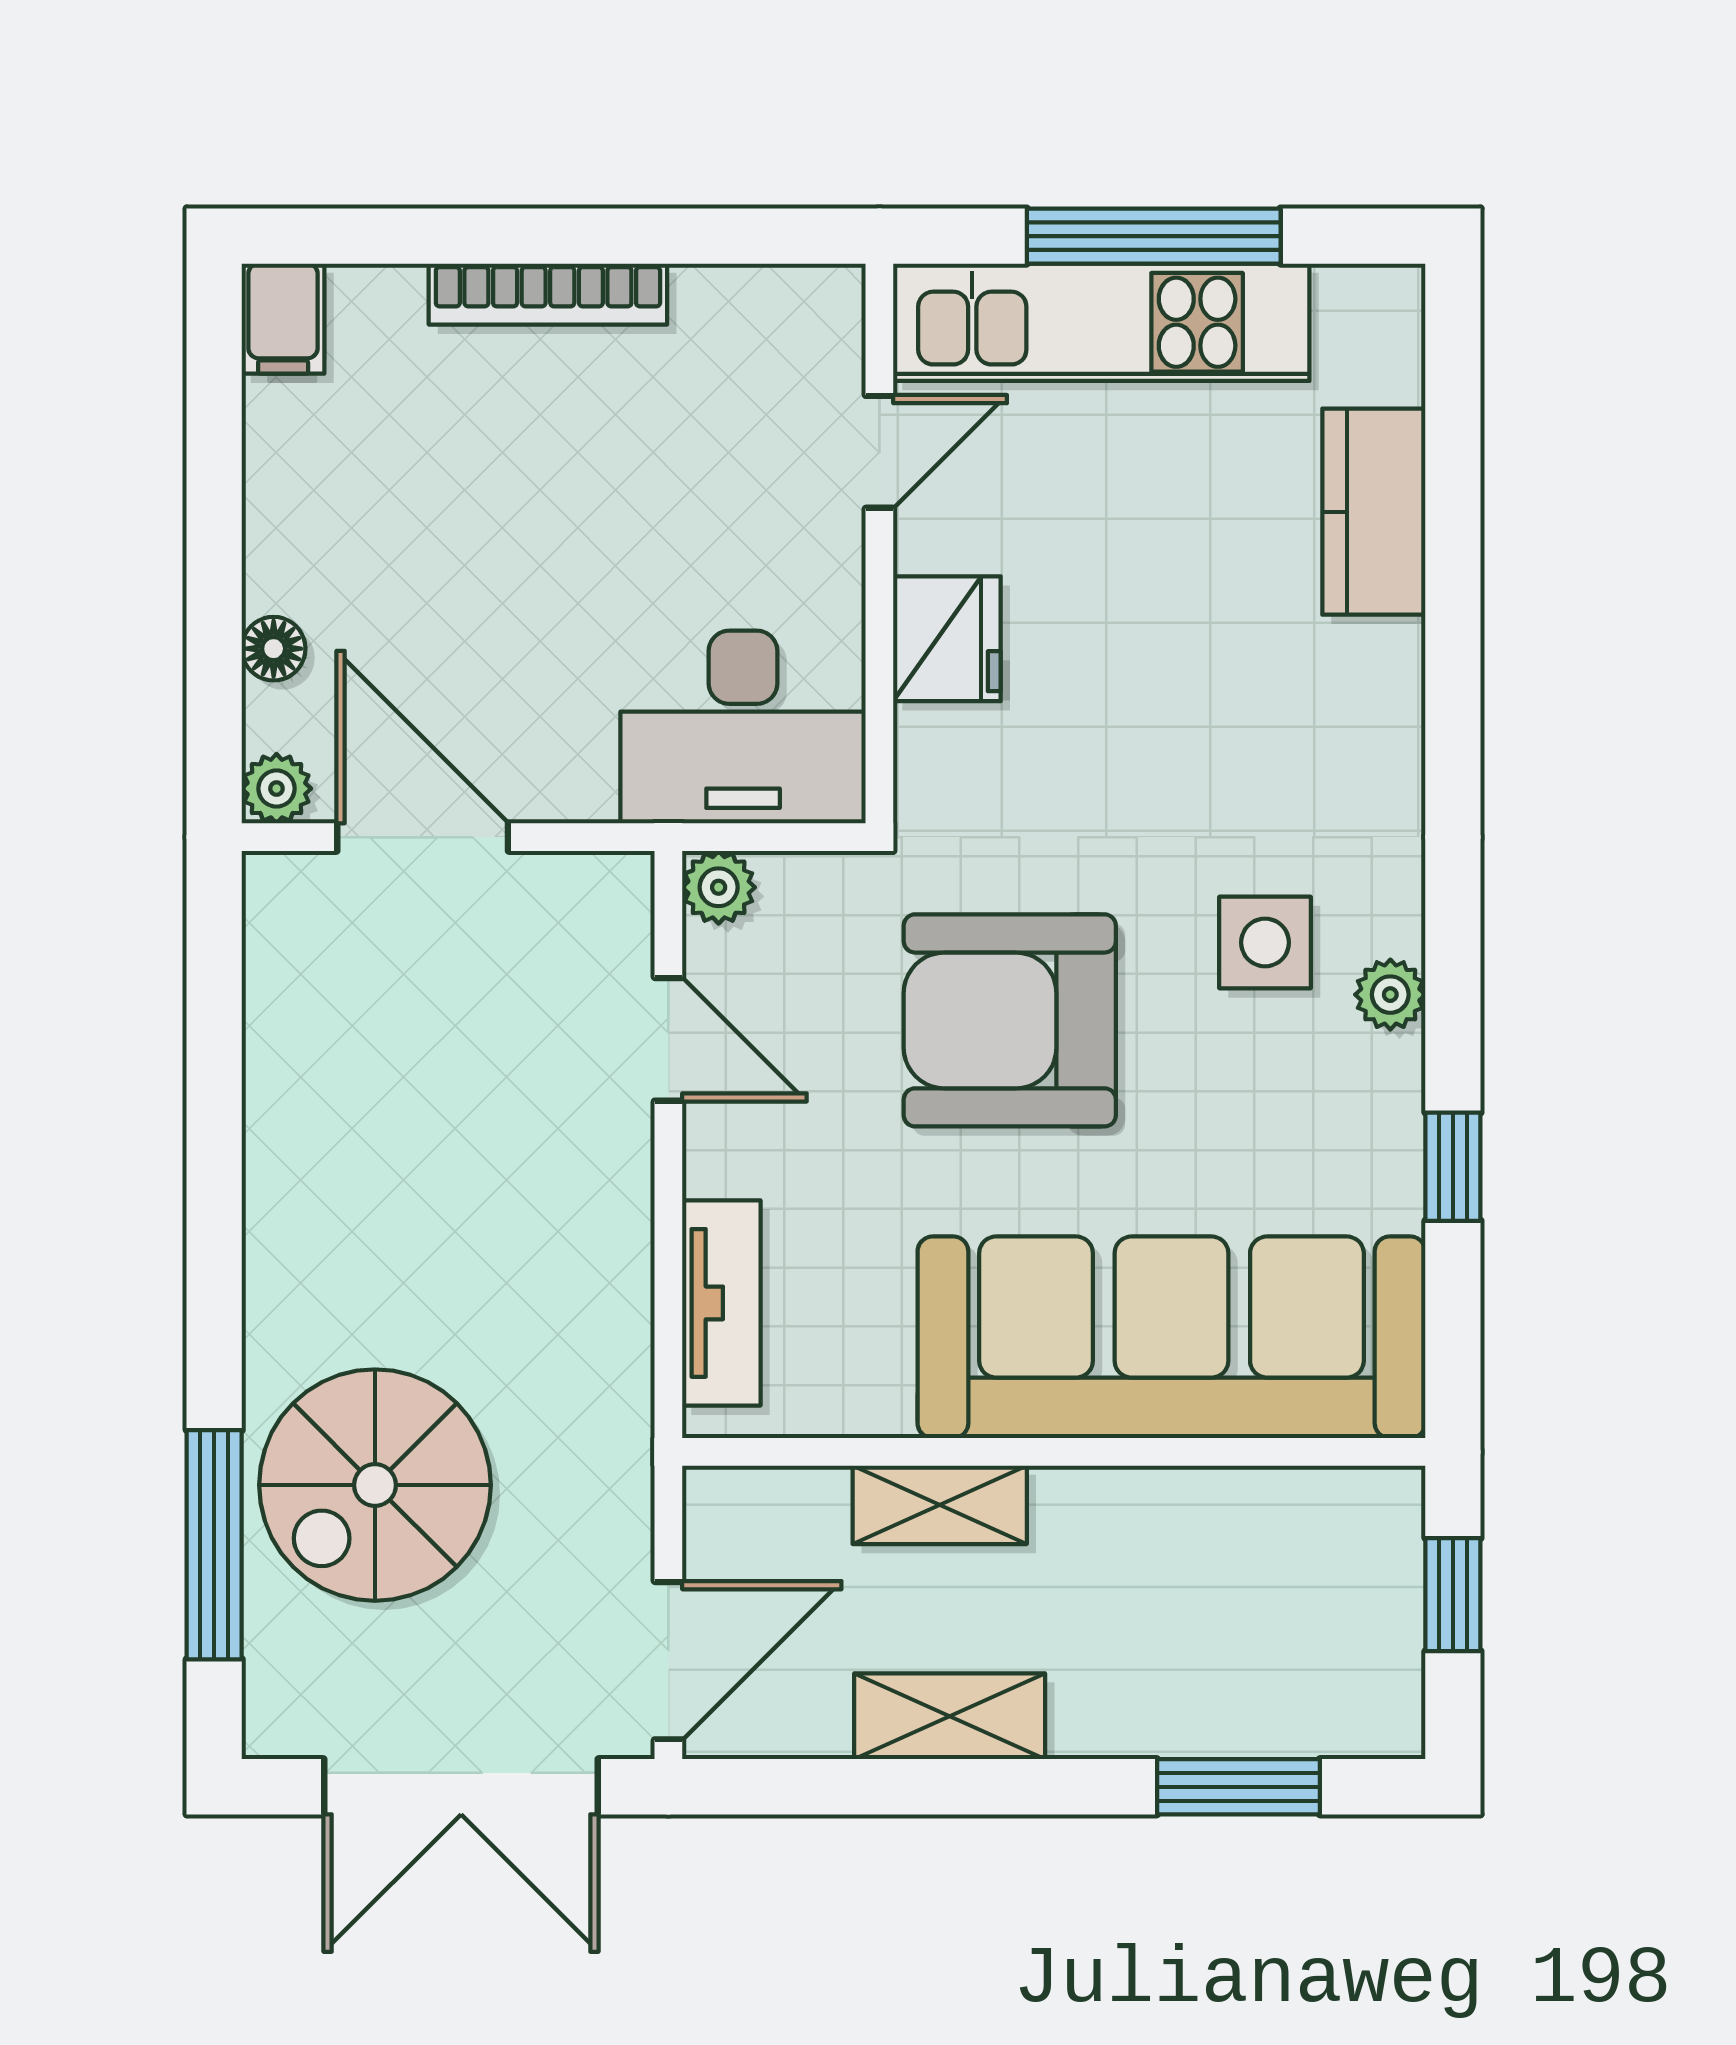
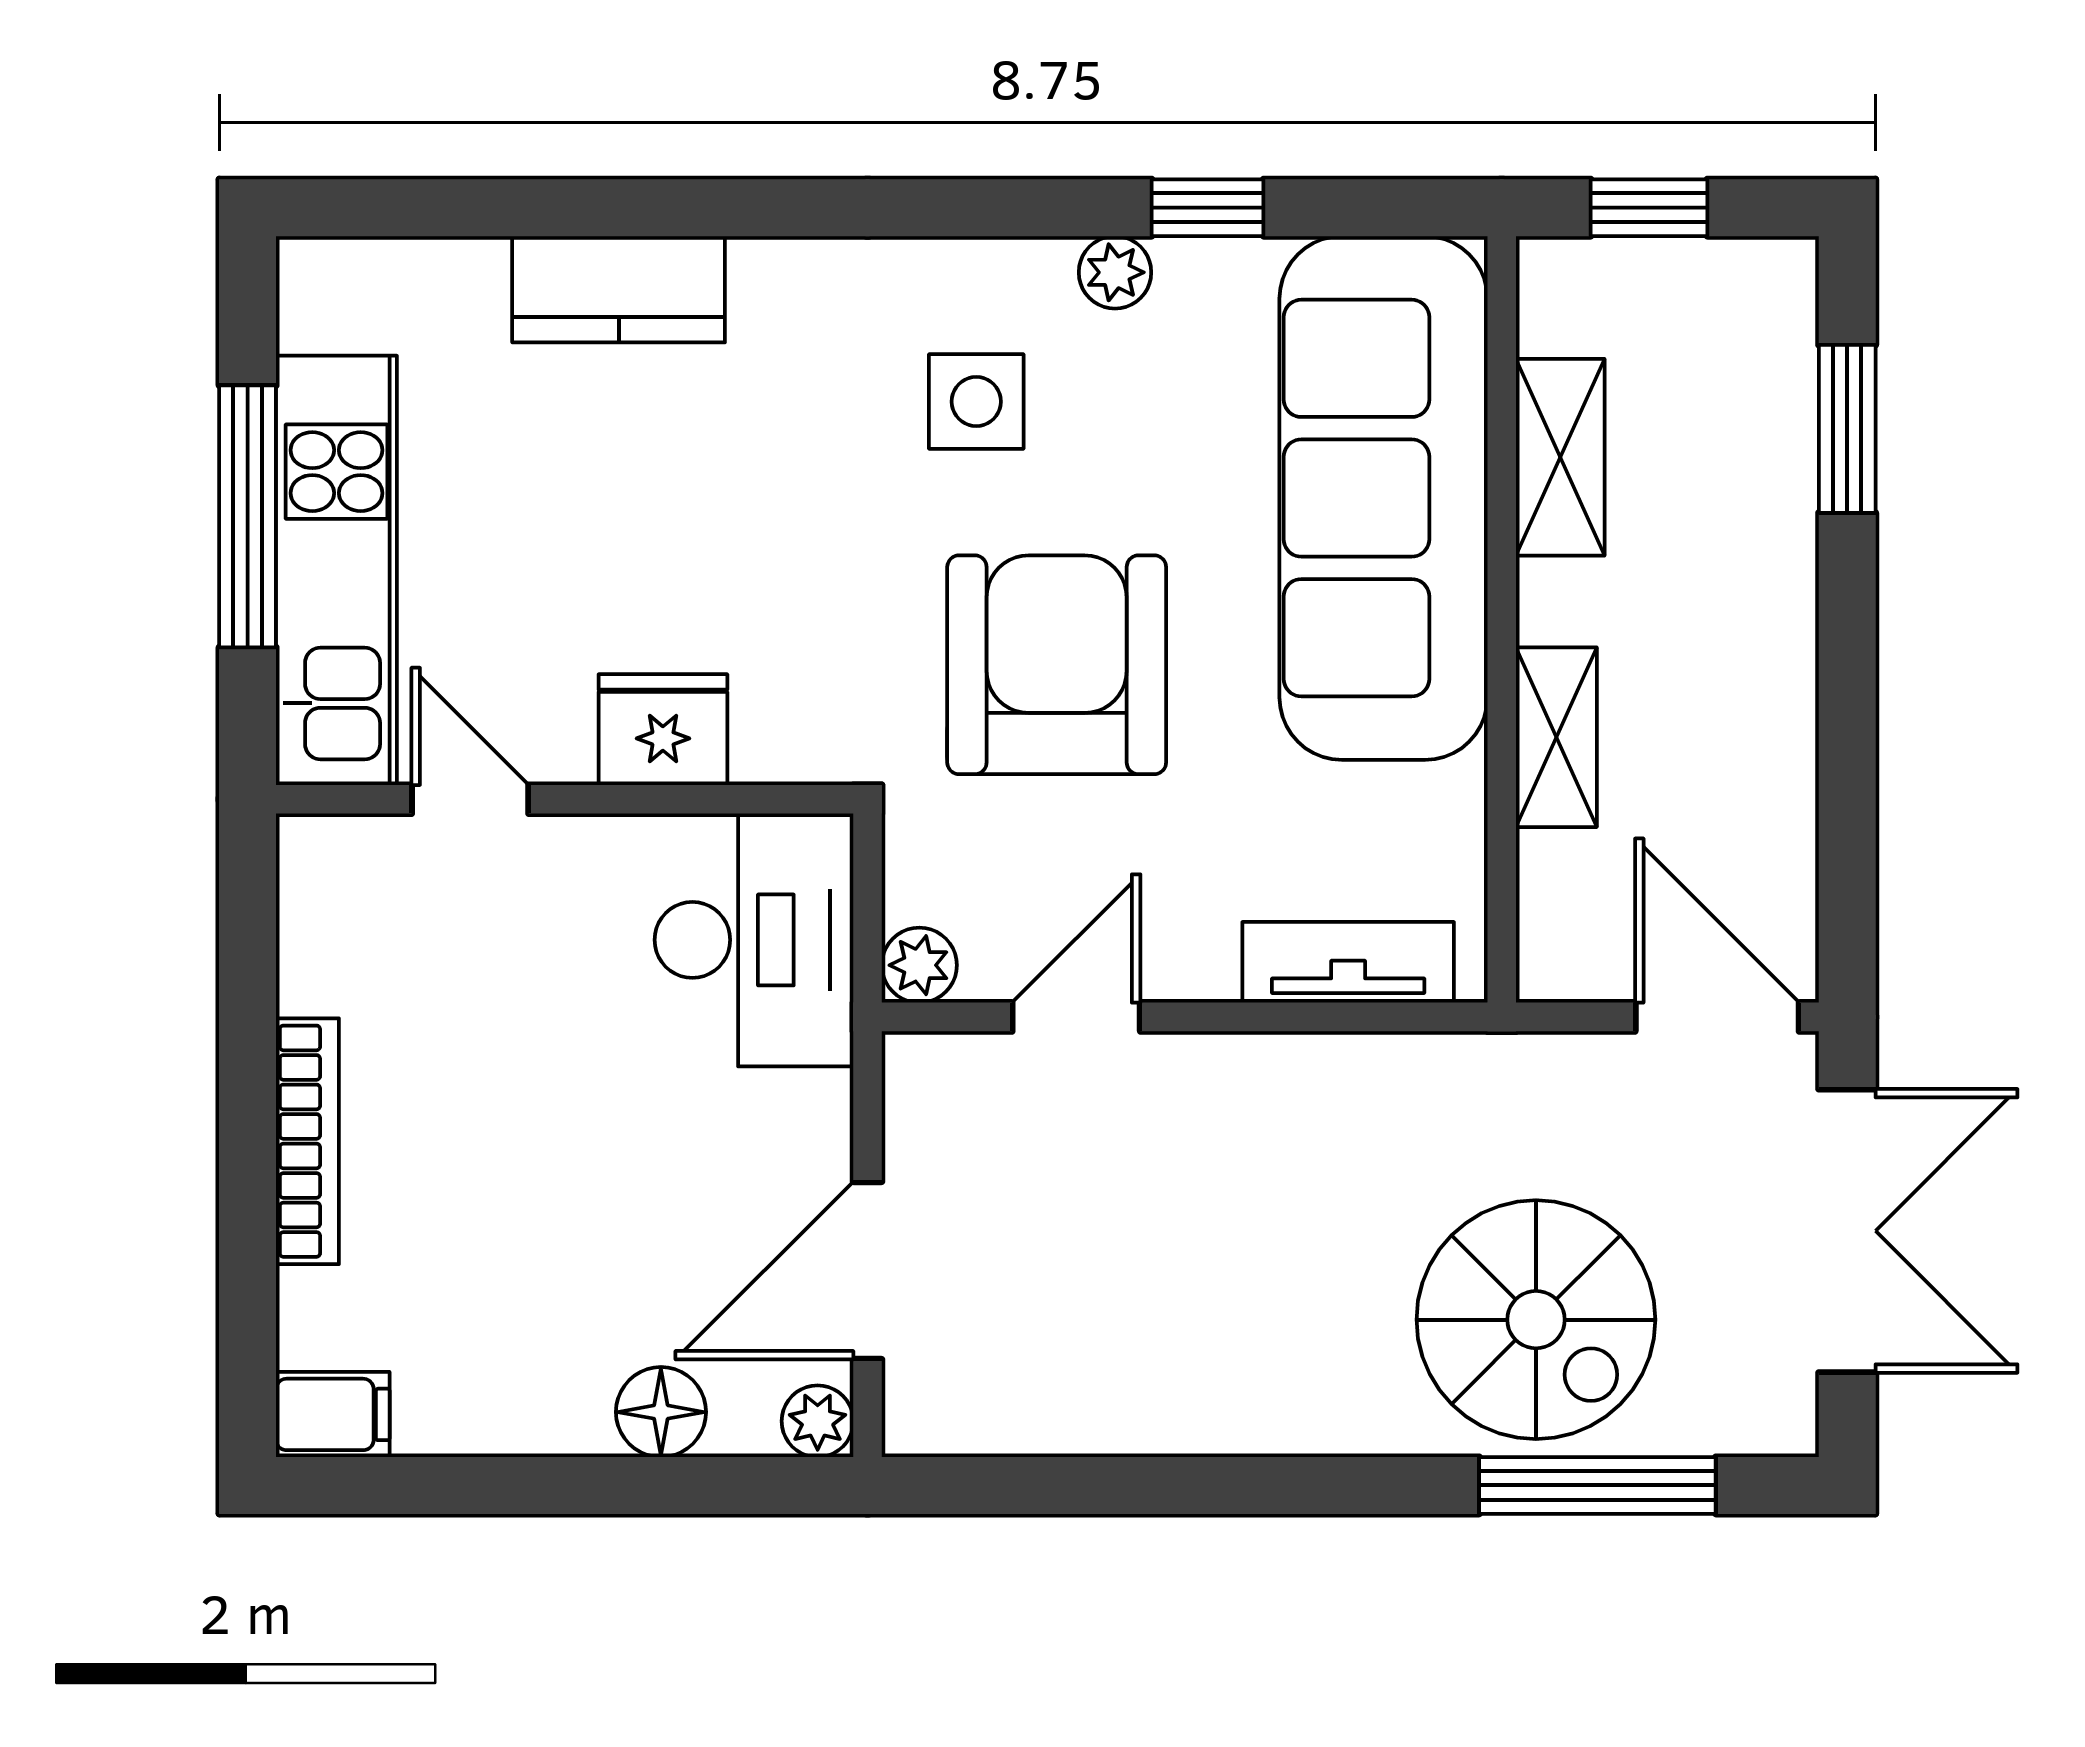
kitchen counter: (1374, 512) -> (619, 289), moved
floor lamp: (274, 649) -> (661, 1412), width x1.37, depth x1.37
plant: (1390, 995) -> (1115, 272), moved
armchair: (1010, 1020) -> (1057, 665), turned 180
shelving: (950, 1716) -> (1560, 457), moved

